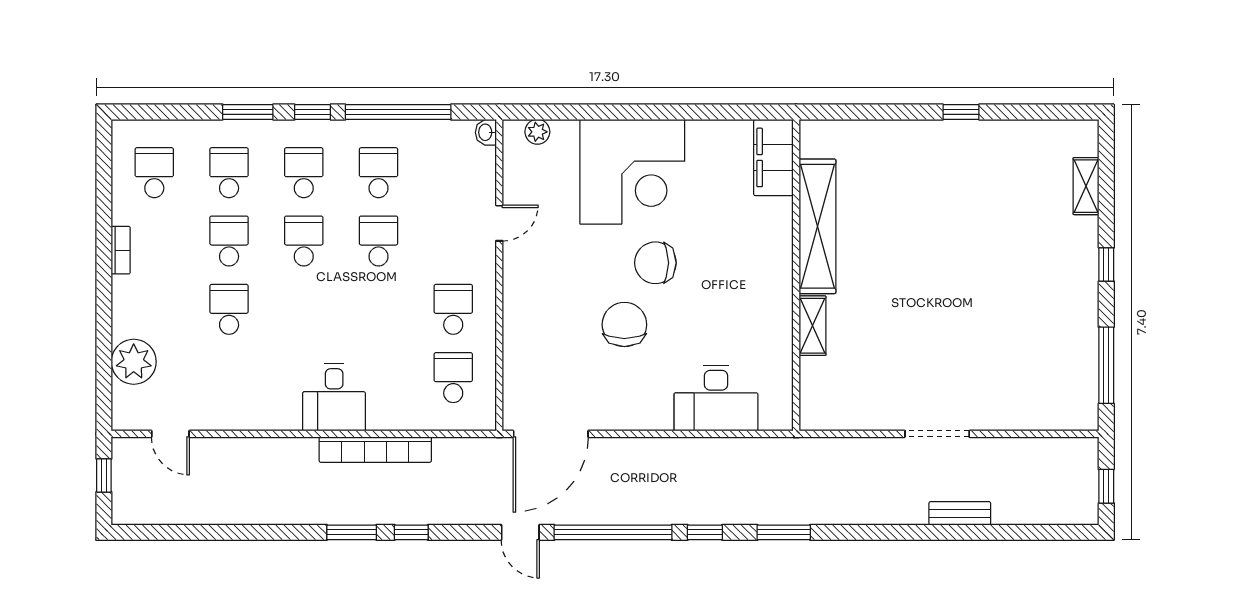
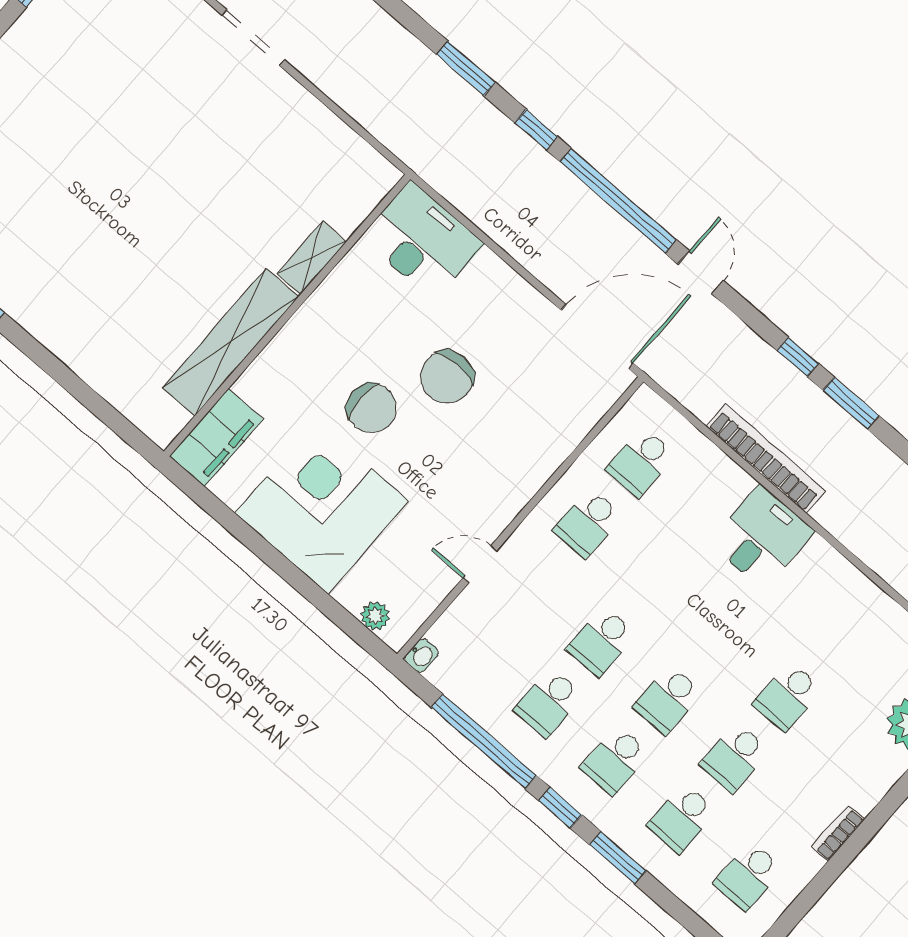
filing cabinet: (773, 157) -> (216, 438), moved
shelving: (817, 226) -> (230, 342), moved
wall: (796, 275) -> (287, 315), moved
shelving: (812, 326) -> (312, 258), moved

